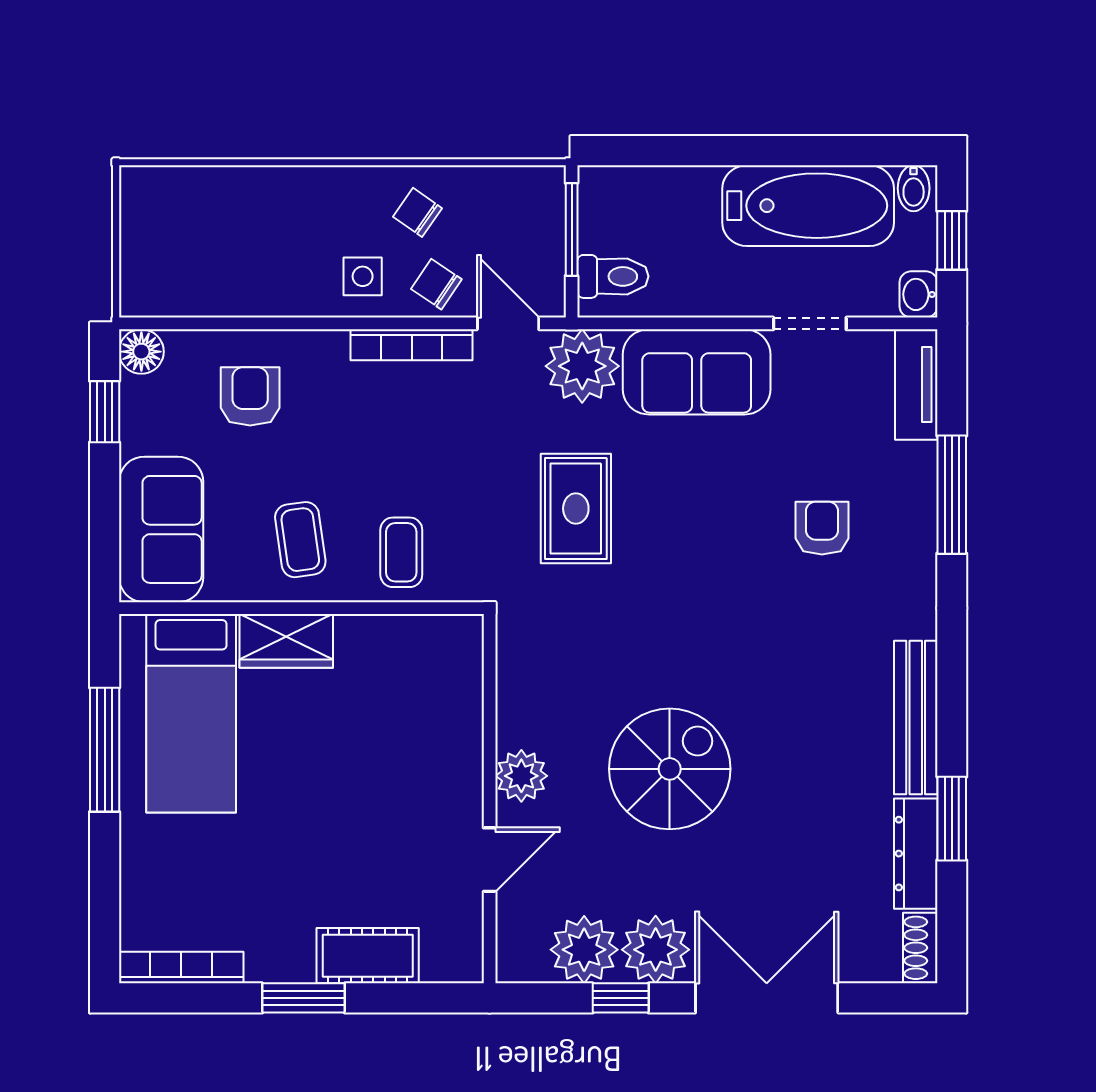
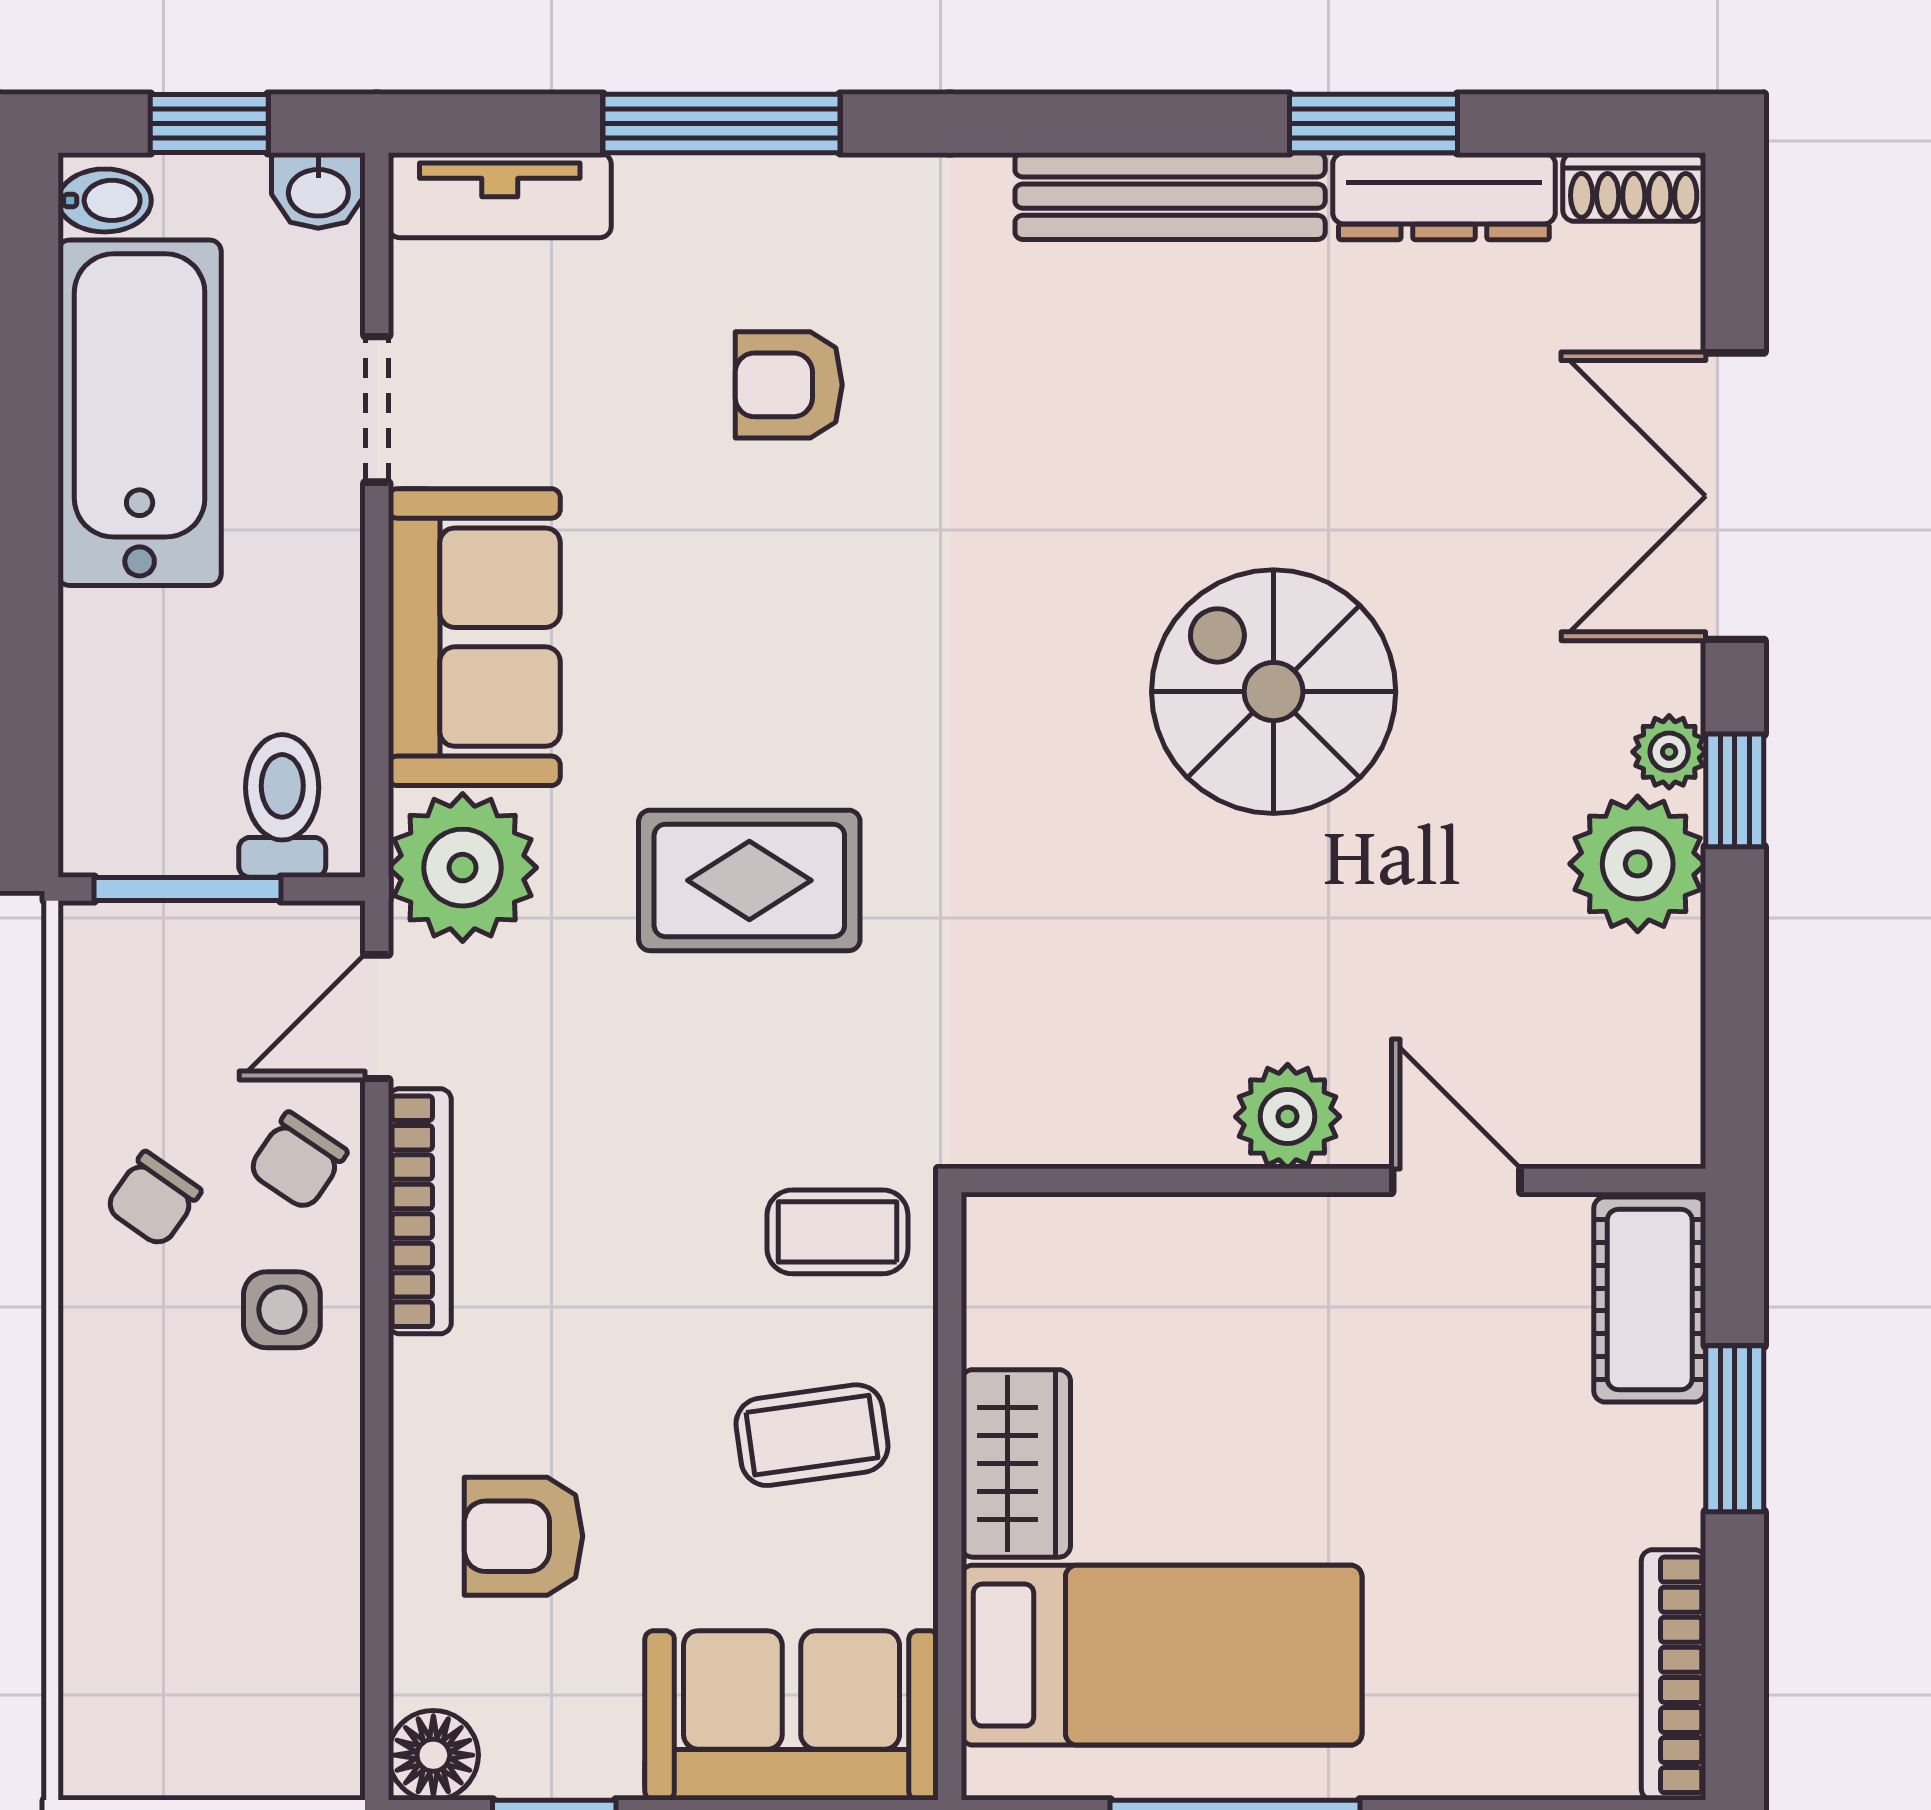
plant: (521, 776) -> (1288, 1117), moved
wall: (490, 799) -> (1334, 1180), moved
door: (490, 860) -> (1456, 1180), moved
plant: (656, 950) -> (1669, 752), width x0.53, depth x0.53

